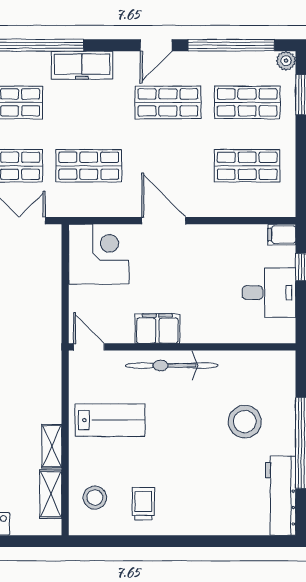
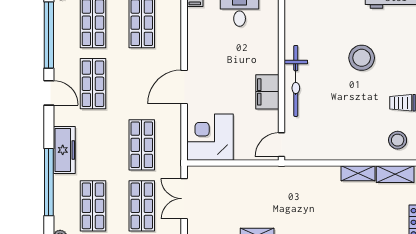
lab bench: (110, 420) -> (338, 128), removed
stool: (245, 422) -> (362, 58), moved

